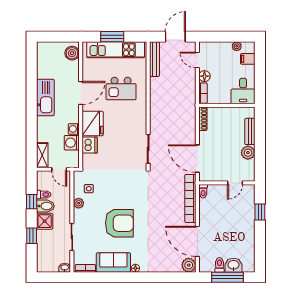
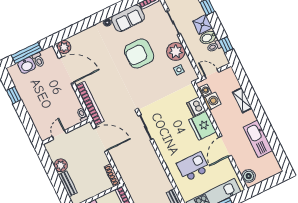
kitchen sink: (45, 97) -> (258, 139), moved
washing machine: (74, 129) -> (205, 90), moved
shelving: (42, 155) -> (242, 100), moved
window: (32, 202) -> (226, 45), moved
plant: (79, 203) -> (176, 52), width x1.87, depth x1.87
window: (260, 212) -> (14, 95), moved

